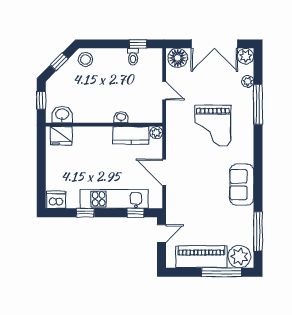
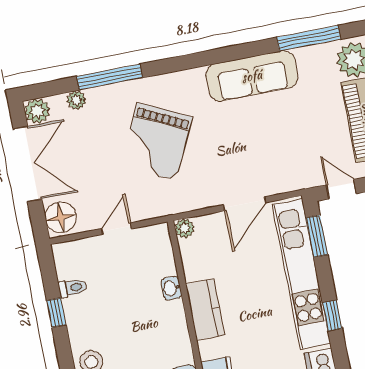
window: (138, 44) -> (56, 313), moved
grand piano: (213, 126) -> (157, 141), turned 116
kitchen counter: (131, 135) -> (205, 310), moved
sofa: (242, 185) -> (252, 76), width x1.36
kitchen unit: (114, 199) -> (302, 274), width x1.36
window: (136, 213) -> (317, 236), width x1.50

